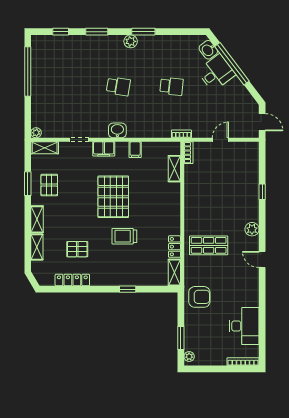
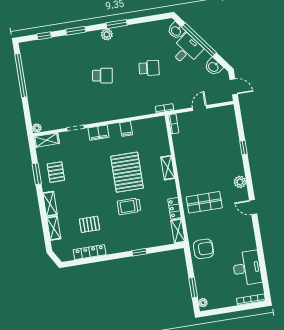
washbasin: (117, 130) -> (214, 67), moved, turned -127
shelving: (174, 169) -> (168, 168), moved
pallet: (113, 197) -> (127, 172), moved

